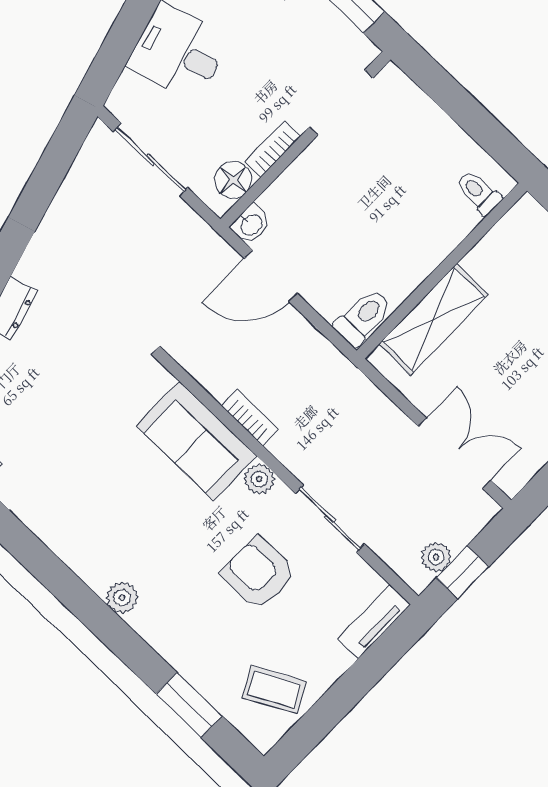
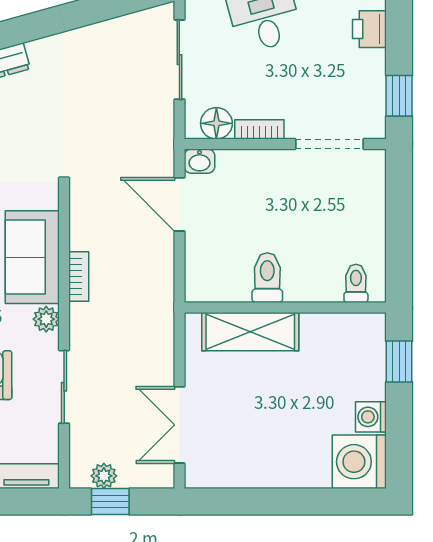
toilet: (363, 317) -> (267, 278), moved, turned -90
double door: (454, 453) -> (179, 425), swing flipped

